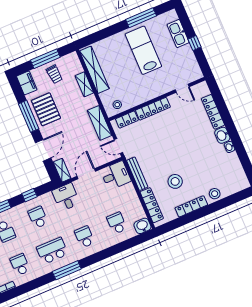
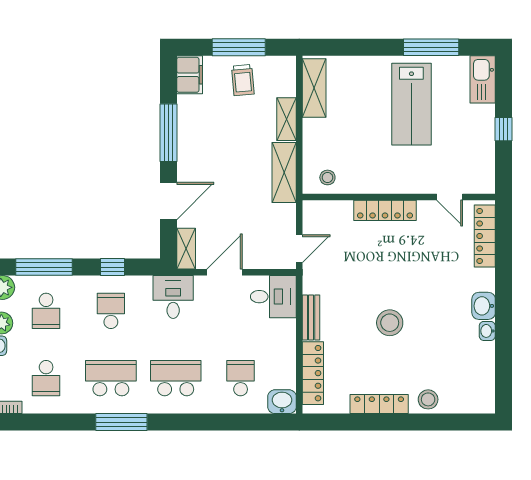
kitchen sink: (178, 34) -> (483, 79), moved
lab bench: (143, 50) -> (411, 104), turned 180
shelving: (94, 70) -> (314, 88), width x0.68
pallet: (46, 109) -> (203, 134), removed
locker: (213, 112) -> (485, 236), moved
locker: (127, 120) -> (333, 210), removed
shelving: (100, 123) -> (284, 172), moved
door: (118, 146) -> (299, 249), swing flipped
bench: (137, 174) -> (311, 317), width x0.73
stool: (175, 181) -> (390, 323), moved
school desk: (85, 237) -> (176, 378), width x1.85
school desk: (20, 265) -> (46, 378), turned 180

